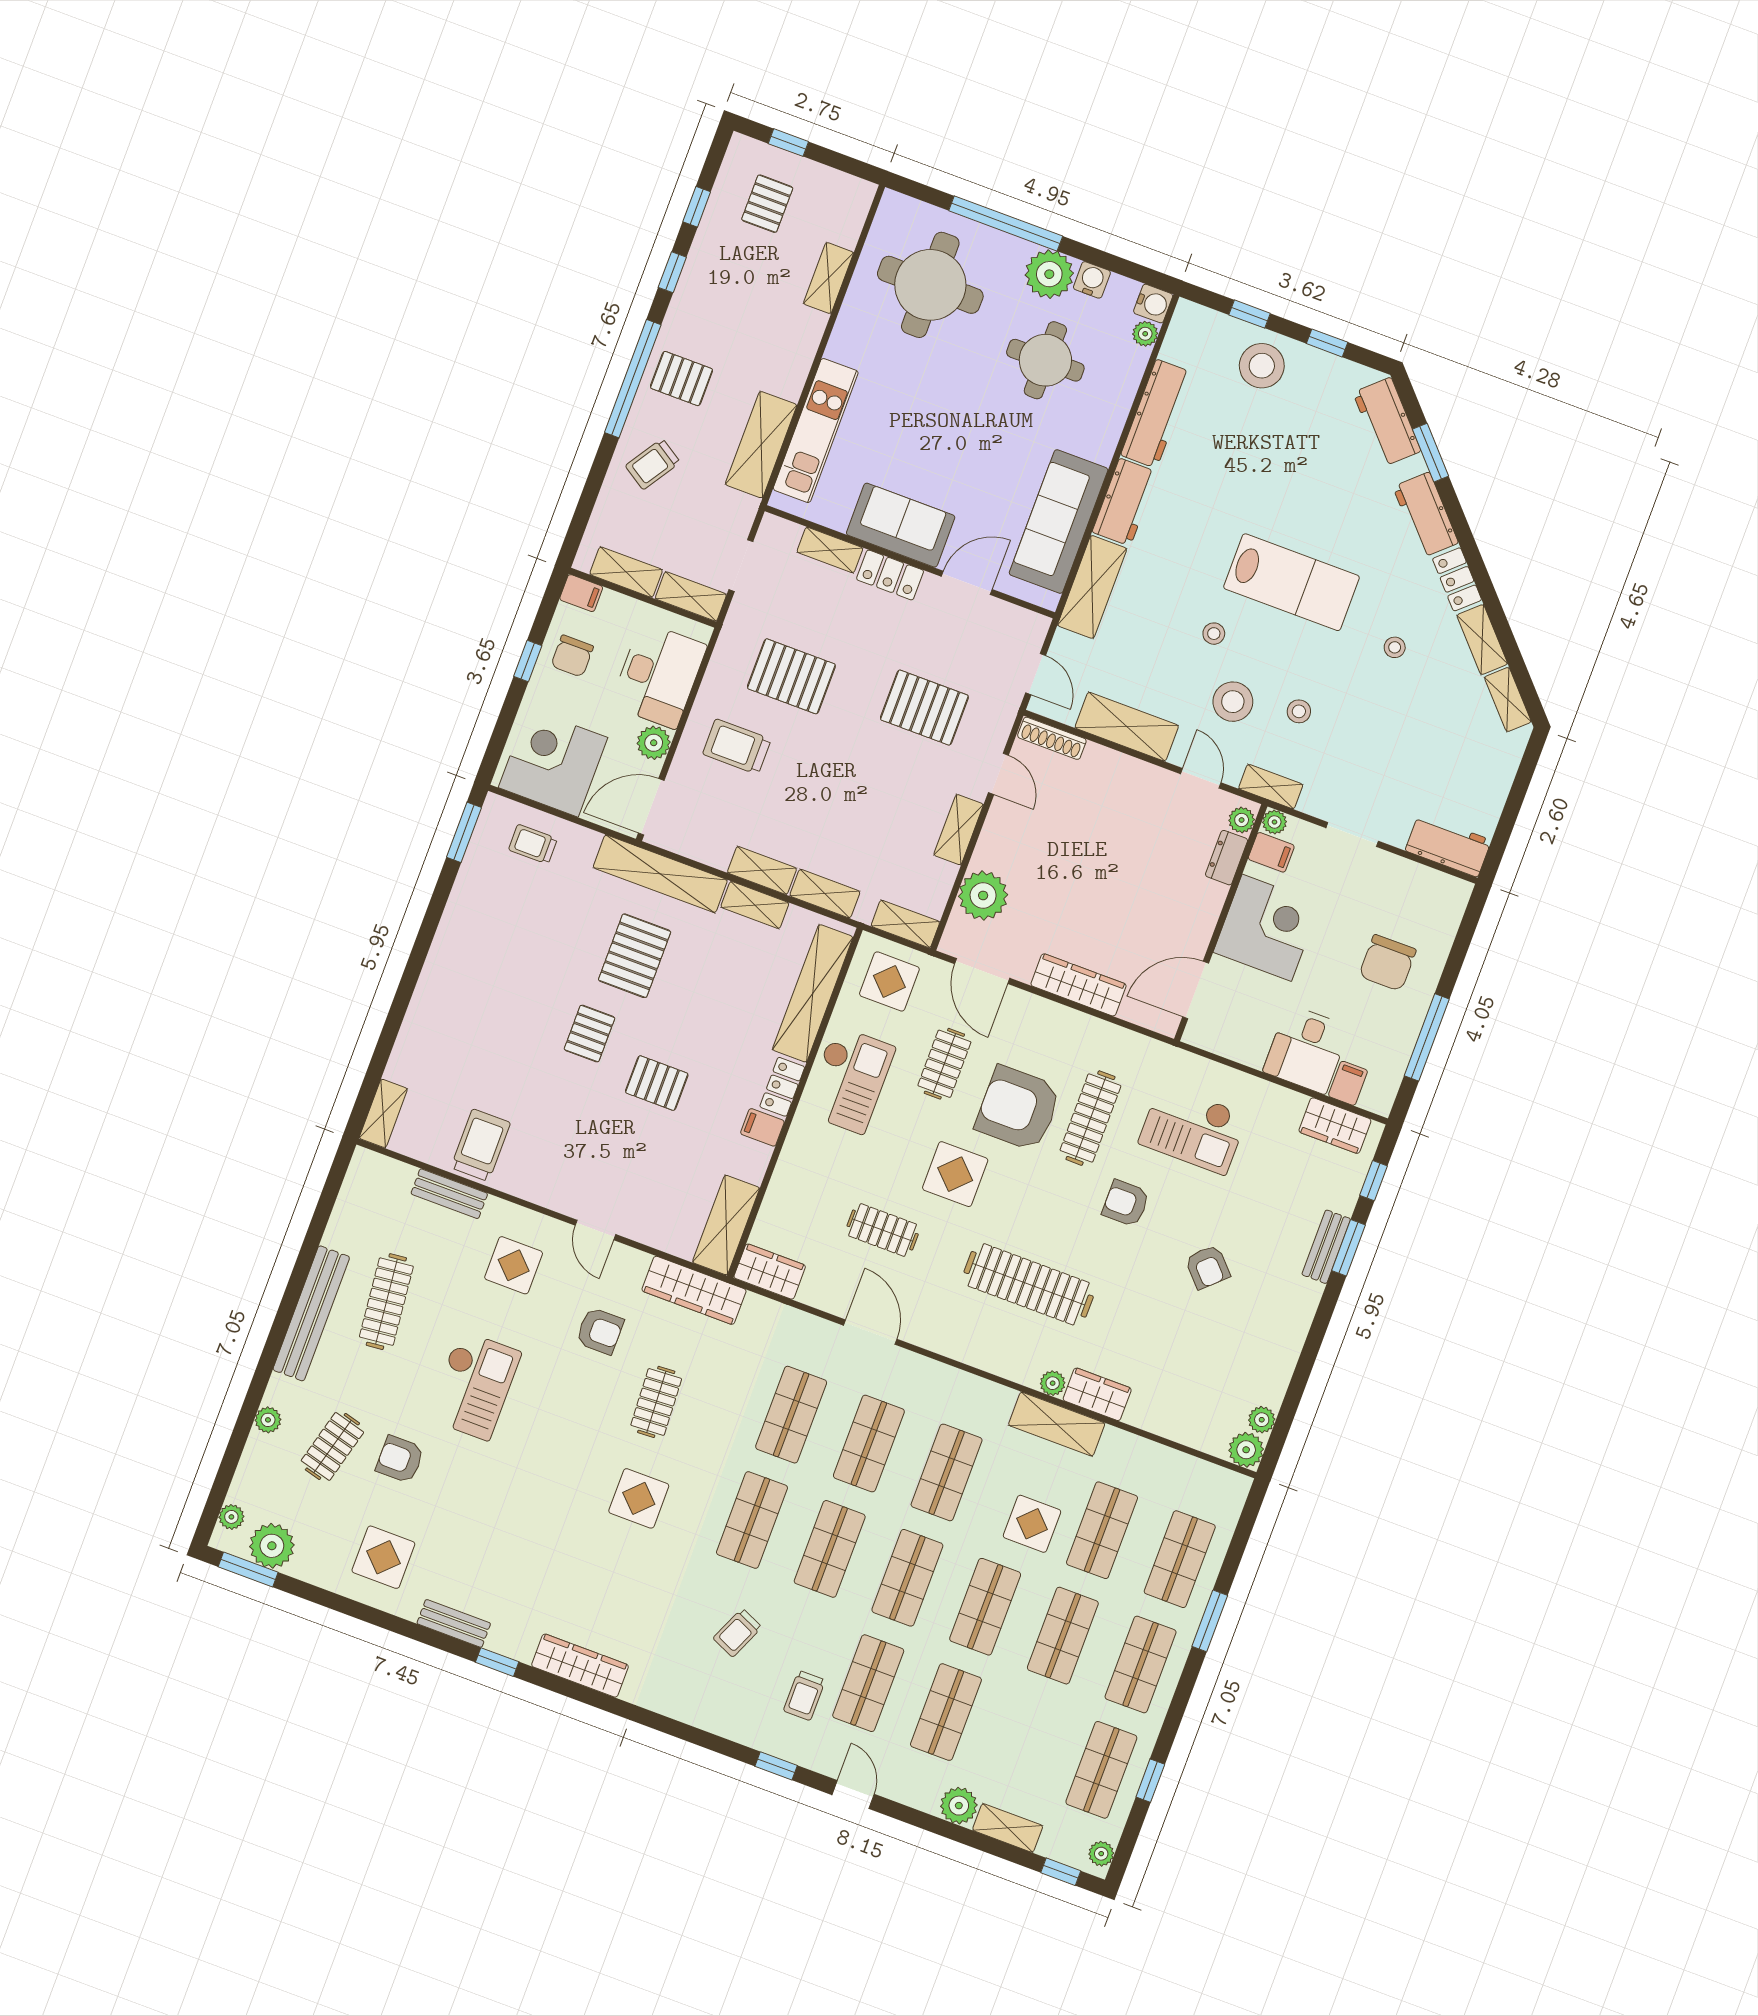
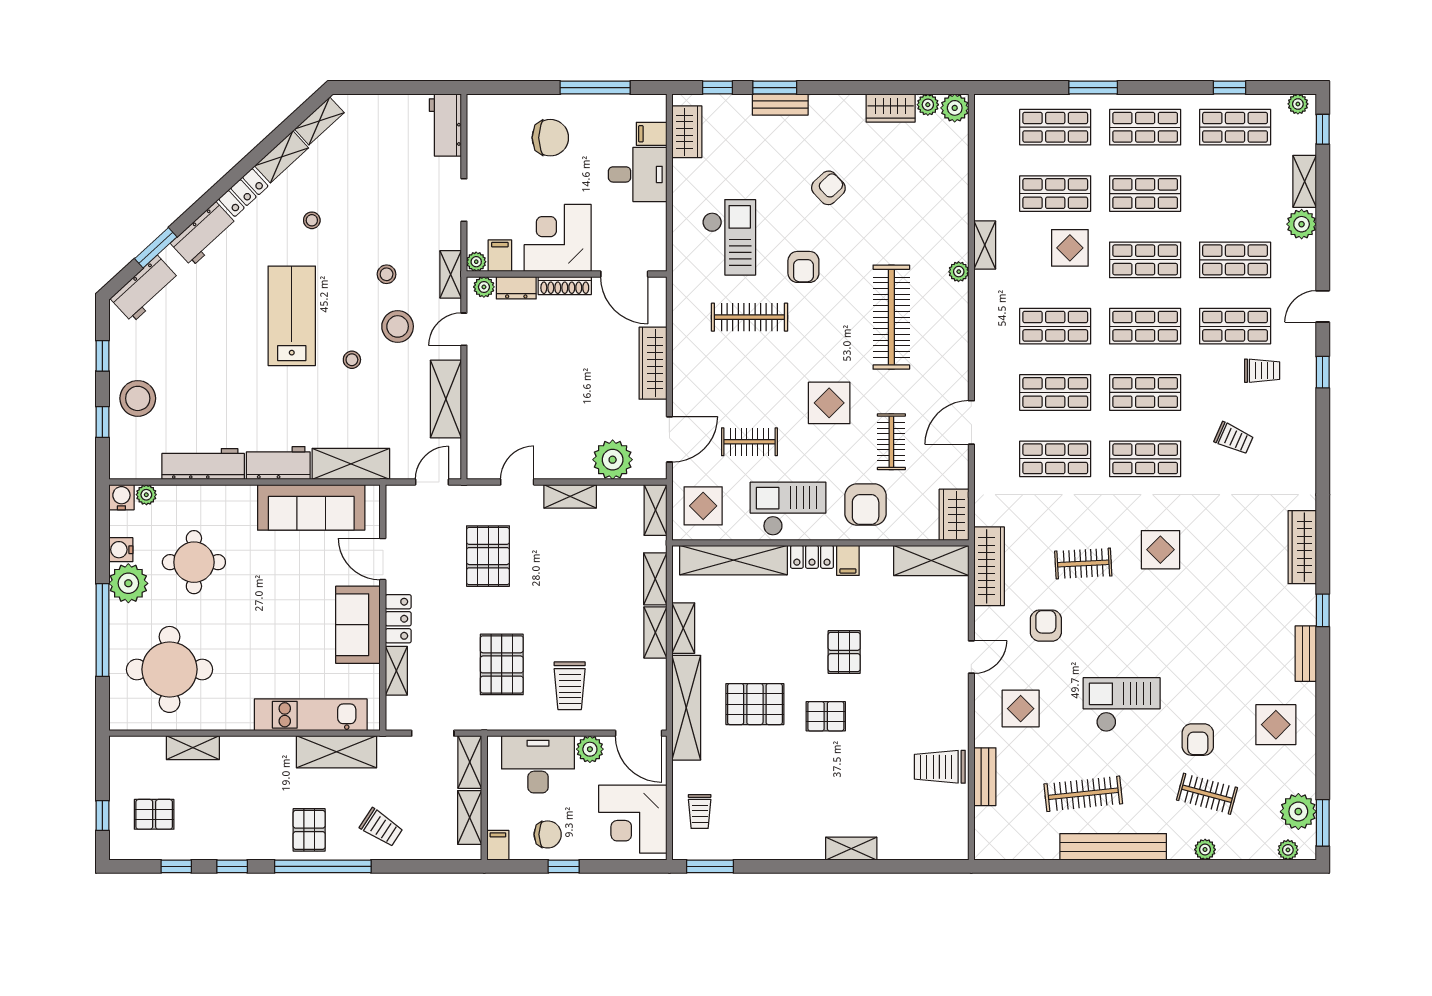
shoe rack: (1052, 738) -> (565, 286), moved, turned 90
armchair: (1018, 1108) -> (866, 505), moved, width x0.73, depth x0.73
shelving: (383, 1113) -> (851, 849), moved
wardrobe: (1097, 1394) -> (891, 108), moved, turned -90
shelving: (1057, 1424) -> (985, 245), width x0.67, depth x0.75

